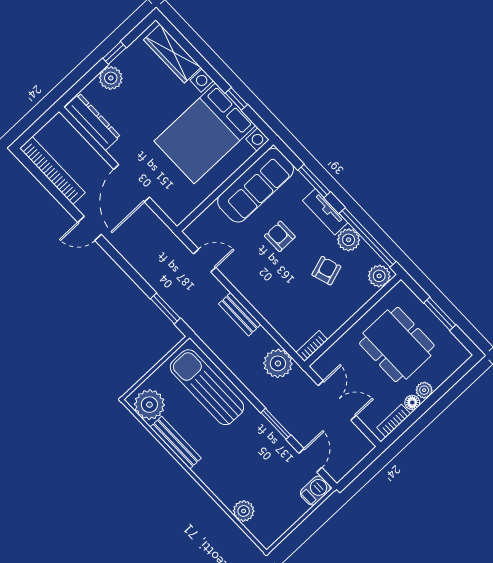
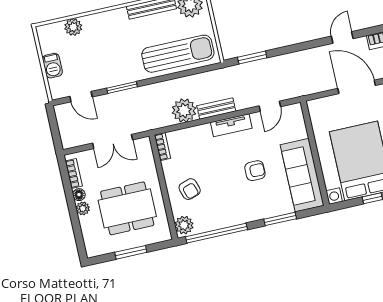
tv unit: (325, 212) -> (231, 125), moved, turned 180
plant: (349, 240) -> (223, 219), removed
armchair: (326, 271) -> (190, 189), moved
plant: (278, 363) -> (184, 110), moved
barbecue: (315, 491) -> (52, 66), moved

